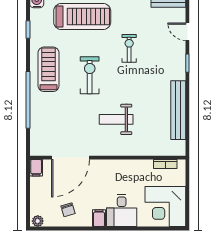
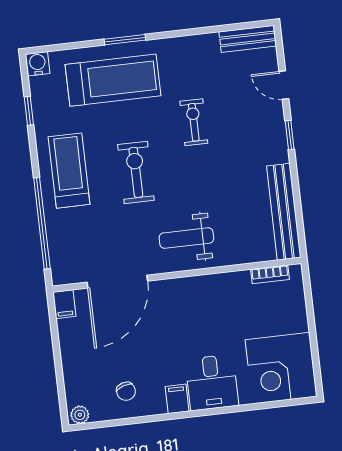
door: (70, 158) -> (117, 282), moved
wall: (108, 158) -> (177, 275), moved
bookcase: (165, 164) -> (270, 274), moved
filing cabinet: (36, 168) -> (64, 304), moved

